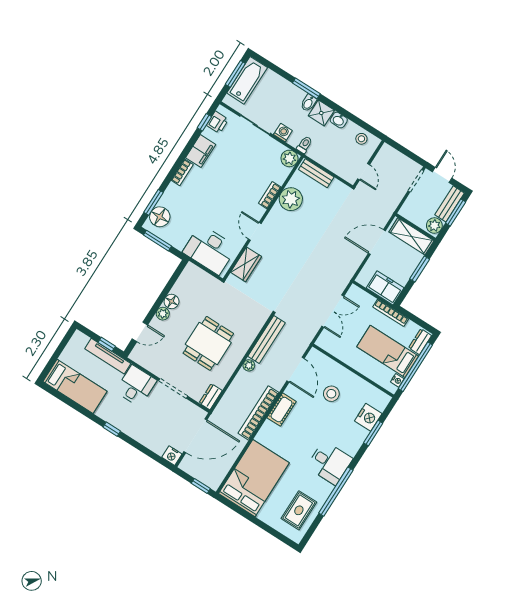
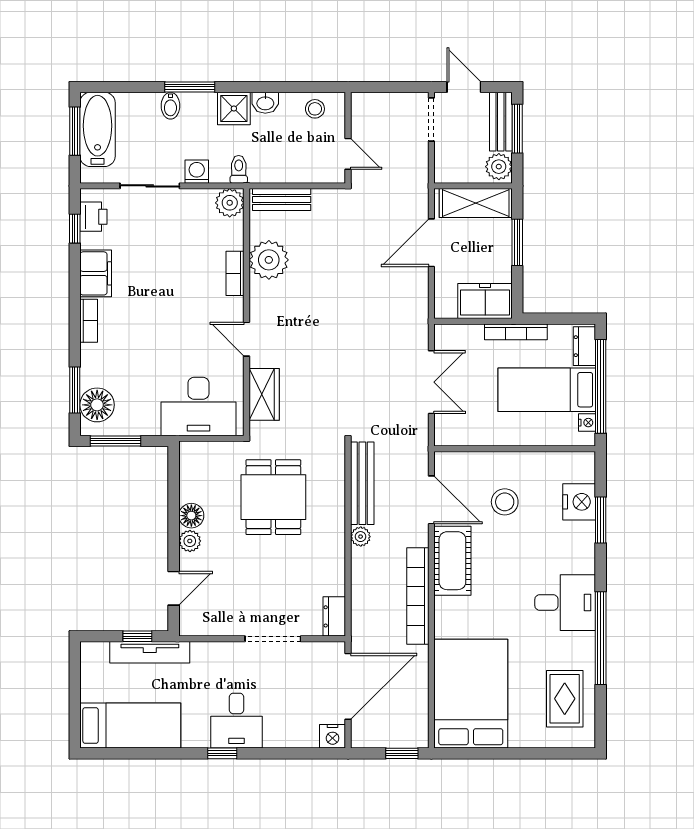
bidet: (308, 103) -> (170, 106), moved
dining table: (208, 343) -> (273, 497), moved
desk: (136, 386) -> (237, 721), moved, turned 180
cot: (282, 410) -> (452, 561), width x1.37, depth x1.34

